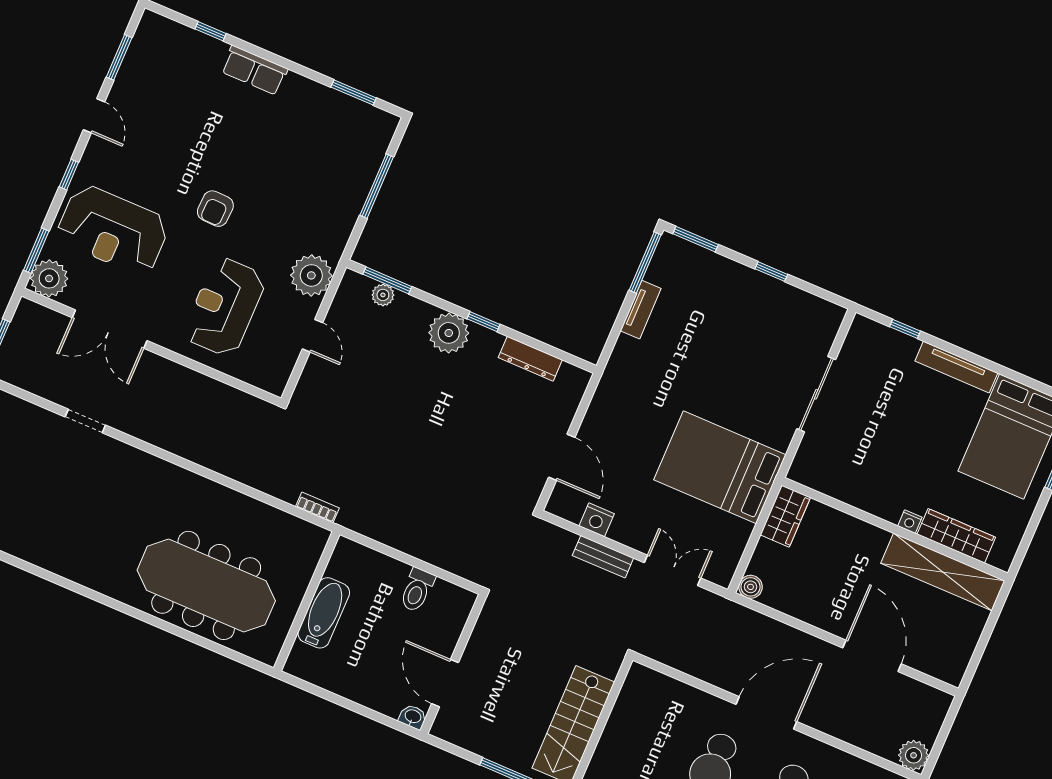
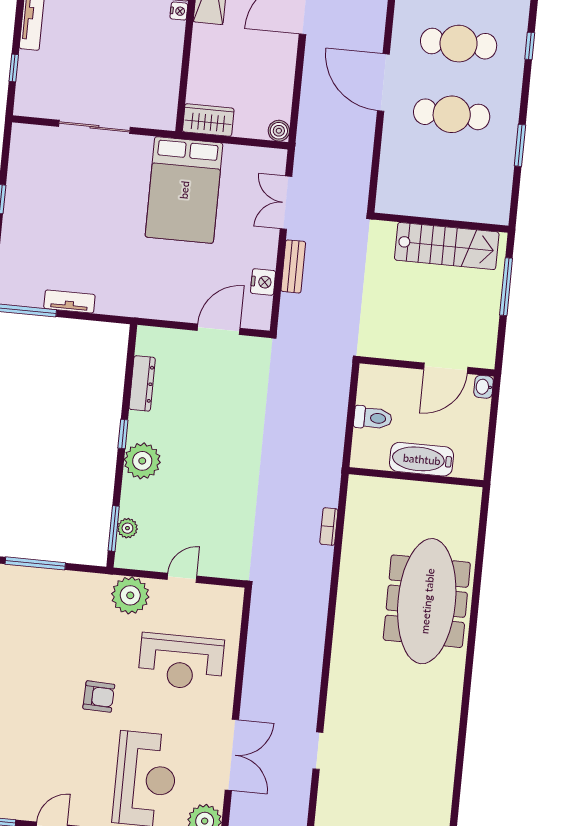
wall: (307, 601) -> (416, 477), moved
bathtub: (324, 613) -> (422, 459), moved

